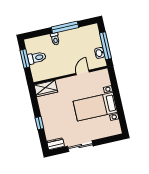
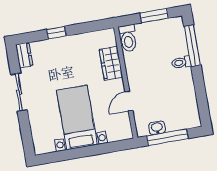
window: (65, 27) -> (192, 46), moved
toilet: (37, 58) -> (128, 38), moved
door: (83, 73) -> (129, 101), swing flipped
wardrobe: (46, 88) -> (111, 63), moved

